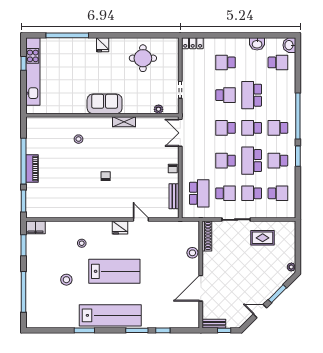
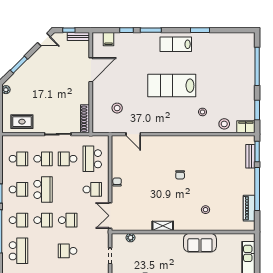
school desk: (252, 95) -> (18, 251), moved
sofa: (105, 104) -> (200, 243), moved
double door: (180, 133) -> (110, 216), swing flipped
school desk: (225, 161) -> (92, 189), moved
piano: (32, 168) -> (249, 208), moved
school desk: (278, 193) -> (18, 159), turned 180
bench: (174, 196) -> (250, 156), moved
door: (141, 220) -> (133, 134), moved
fridge: (120, 228) -> (167, 127), removed
rug: (263, 238) -> (22, 122), moved
stool: (192, 253) -> (117, 108), moved
stool: (66, 280) -> (224, 124), moved
door: (260, 311) -> (44, 40), moved
lab bench: (110, 315) -> (176, 44), width x0.54, depth x0.72
filing cabinet: (182, 321) -> (109, 39), added

